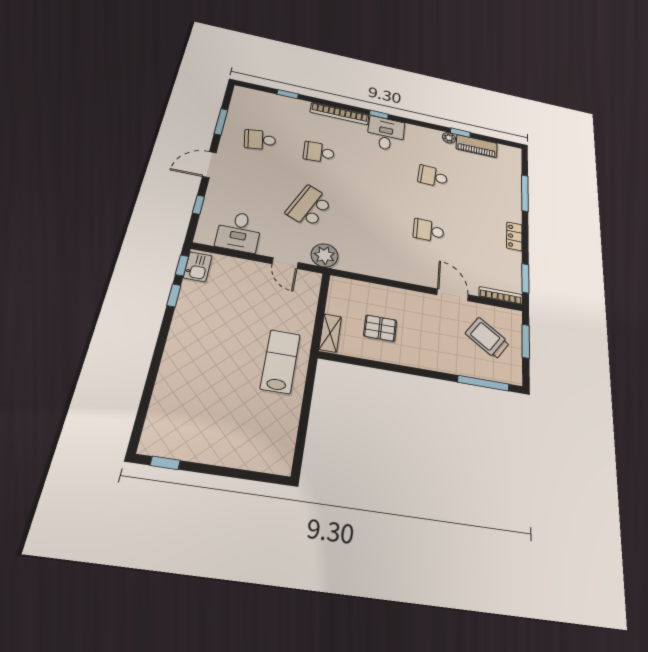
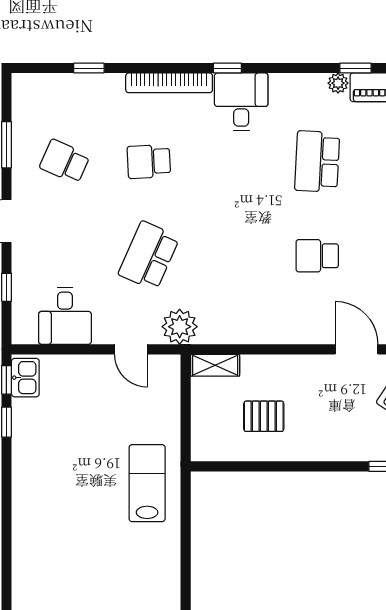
school desk: (260, 140) -> (65, 162), turned 33
school desk: (433, 176) -> (317, 162), width x1.85
shelving: (330, 333) -> (215, 365), moved, turned 90

